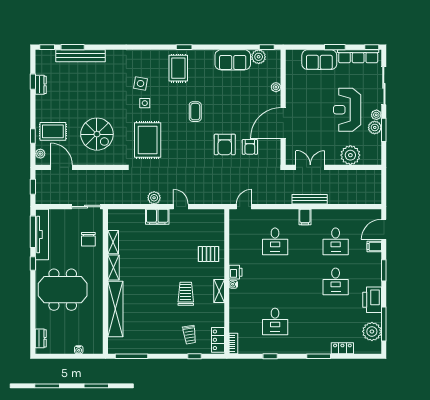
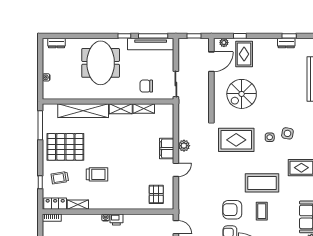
coffee table: (195, 112) -> (262, 183), width x1.86, depth x1.72
coffee table: (226, 112) -> (262, 211), added
pallet: (209, 254) -> (156, 194), moved
shelving: (219, 291) -> (78, 205), moved
pallet: (155, 329) -> (65, 147), added

